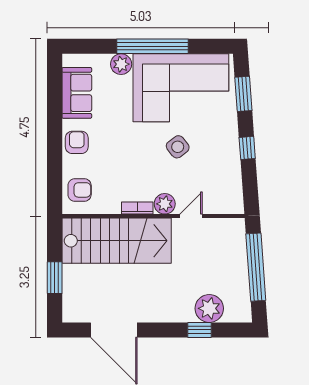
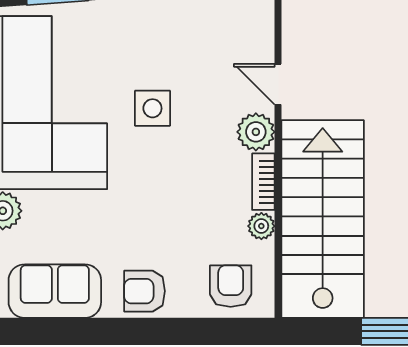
side table: (178, 147) -> (152, 108), turned 38
plant: (113, 207) -> (261, 226), added

